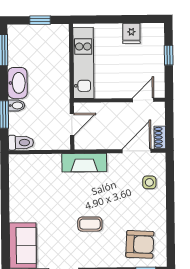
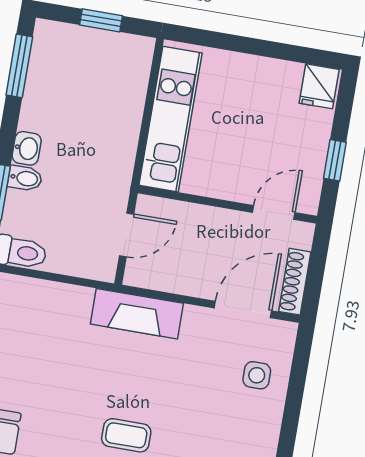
fridge: (131, 33) -> (319, 86), moved
window: (169, 55) -> (335, 160), moved
washbasin: (17, 83) -> (27, 148), width x0.52, depth x0.69
shoe rack: (160, 137) -> (295, 282), width x1.43

